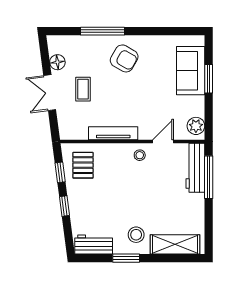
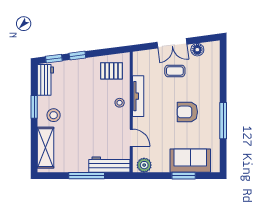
window: (102, 31) -> (223, 121), moved
armchair: (124, 58) -> (187, 112), moved, turned 60
double door: (50, 93) -> (172, 43), swing flipped
stool: (140, 155) -> (120, 103), moved
window: (60, 172) -> (54, 59), moved
window: (209, 177) -> (87, 176), moved

